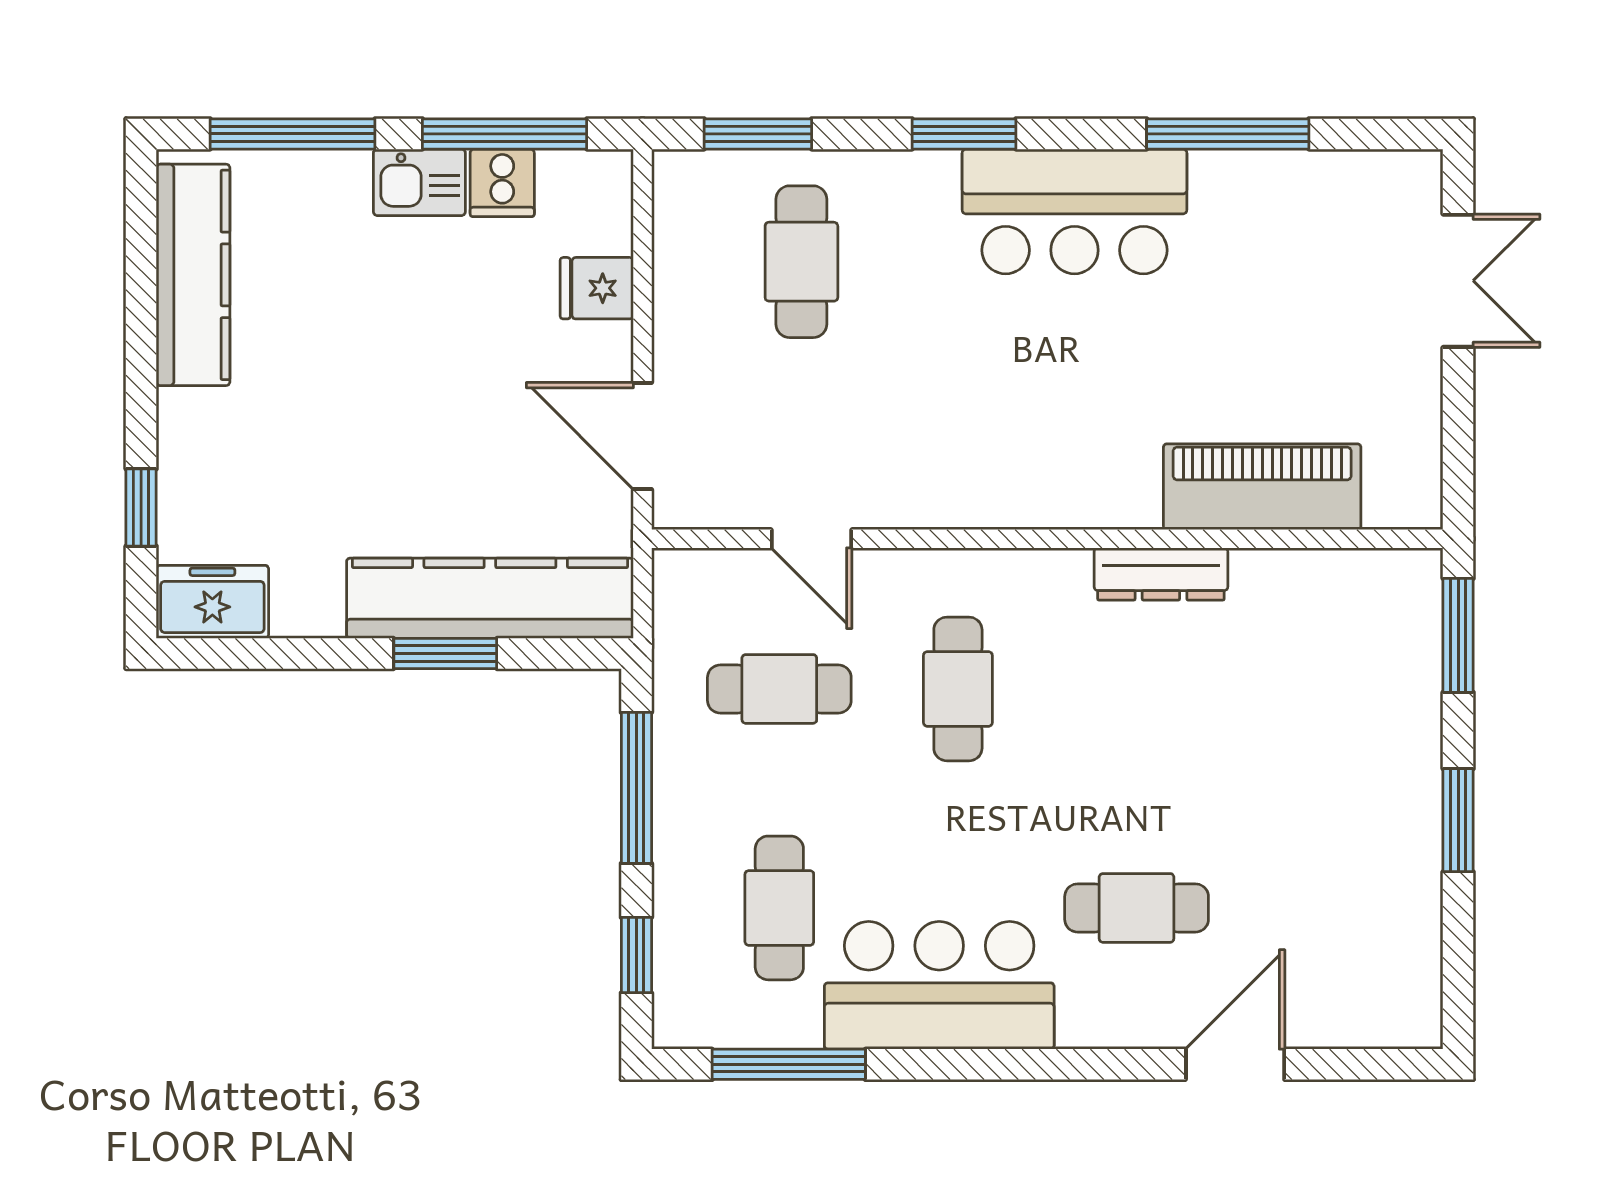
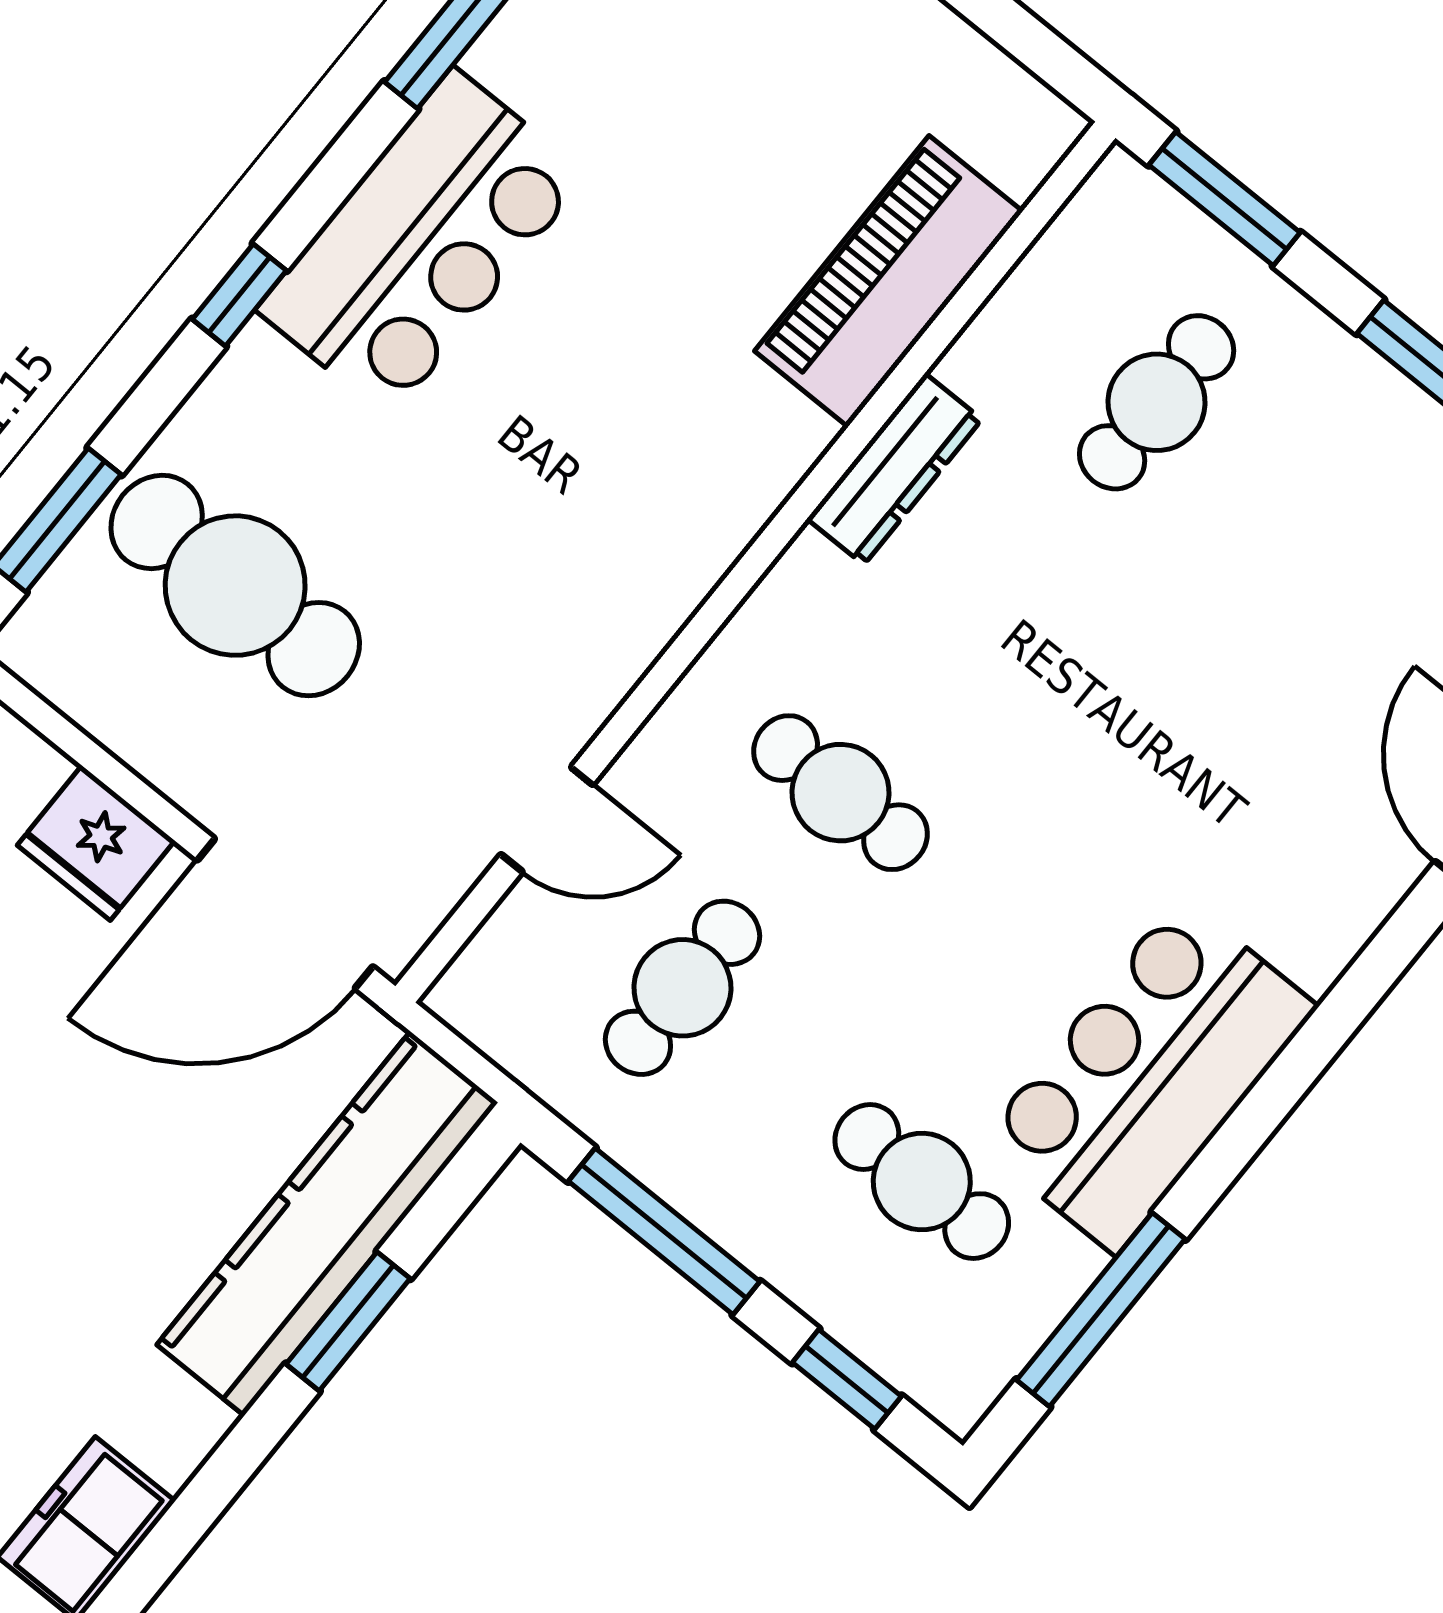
window: (964, 134) -> (239, 295), width x0.67
cafe table: (801, 262) -> (235, 586), width x1.37, depth x1.35
fridge: (597, 288) -> (96, 843), width x1.38
door: (642, 436) -> (285, 913), width x1.36
cafe table: (1137, 908) -> (1157, 402), moved

